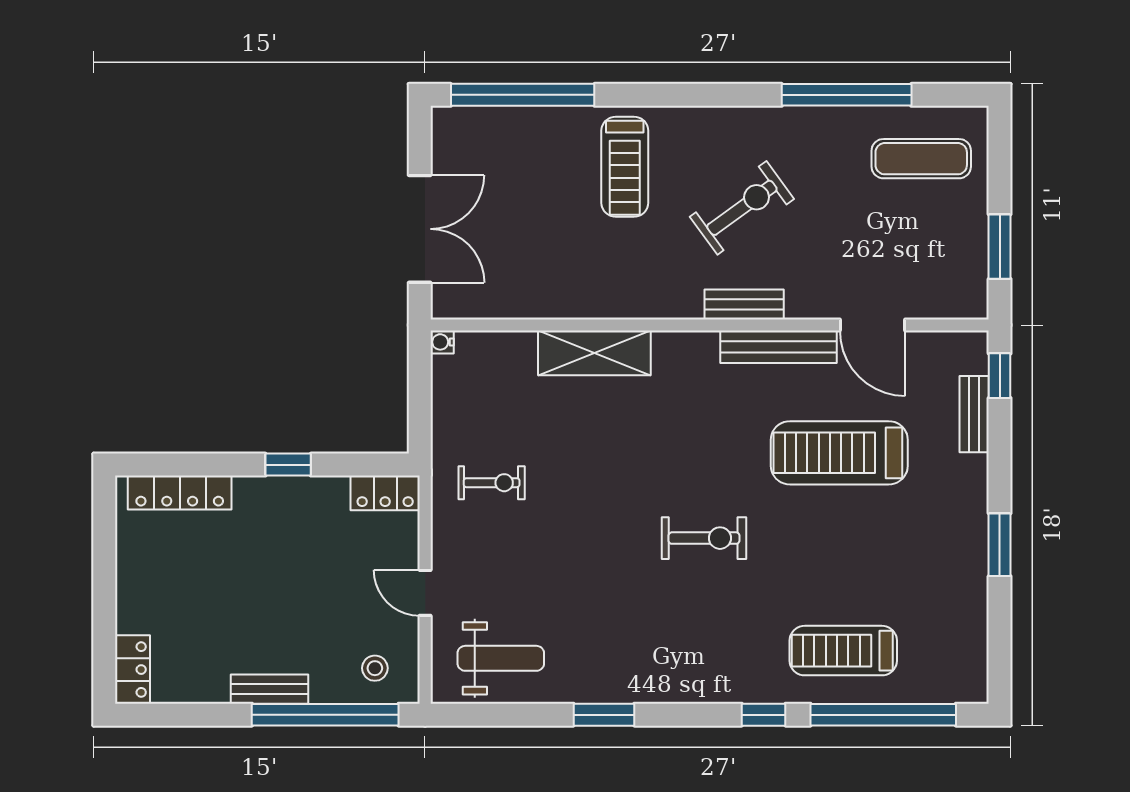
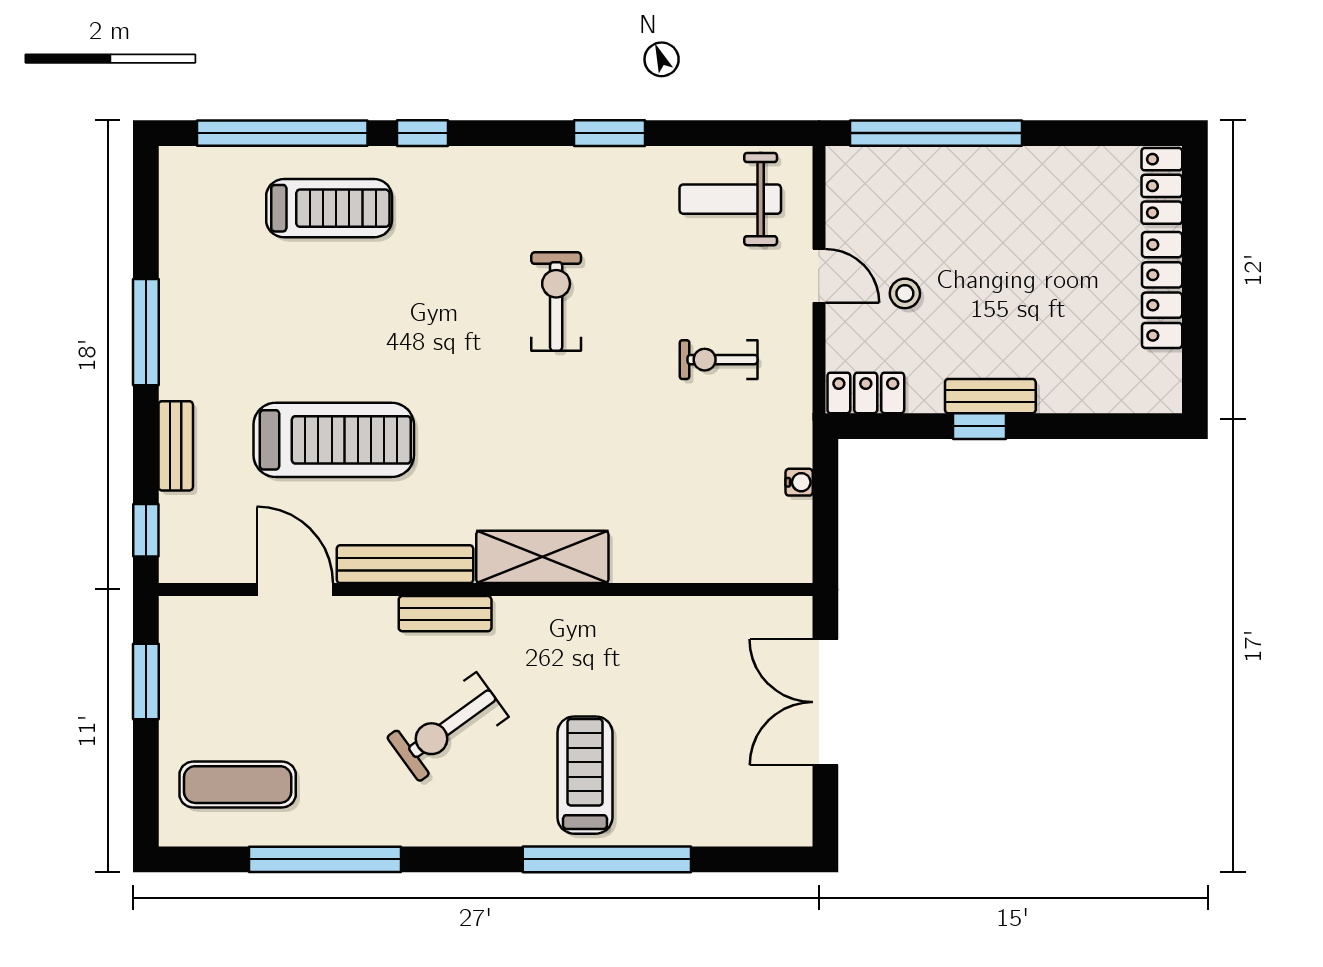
window: (523, 95) -> (607, 859), moved
water cooler: (442, 342) -> (799, 482), moved
shelving: (594, 353) -> (542, 557), moved
bench: (974, 414) -> (176, 446), moved
exercise bike: (492, 483) -> (719, 360), moved
locker: (180, 493) -> (1162, 290), moved, turned -90
exercise bike: (704, 538) -> (556, 301), moved, turned 90
window: (1000, 545) -> (146, 332), width x1.44
stool: (375, 668) -> (905, 293), moved
bench: (270, 689) -> (990, 396), moved

